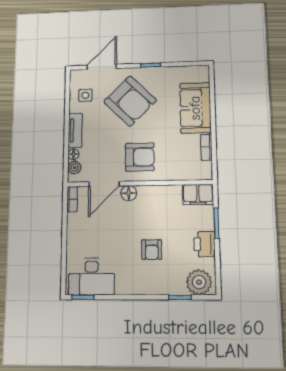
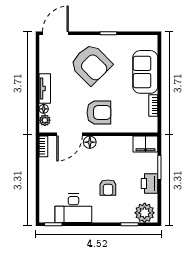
door: (102, 67) -> (55, 33), moved
side table: (85, 95) -> (53, 58), removed
desk: (91, 276) -> (73, 208), moved

